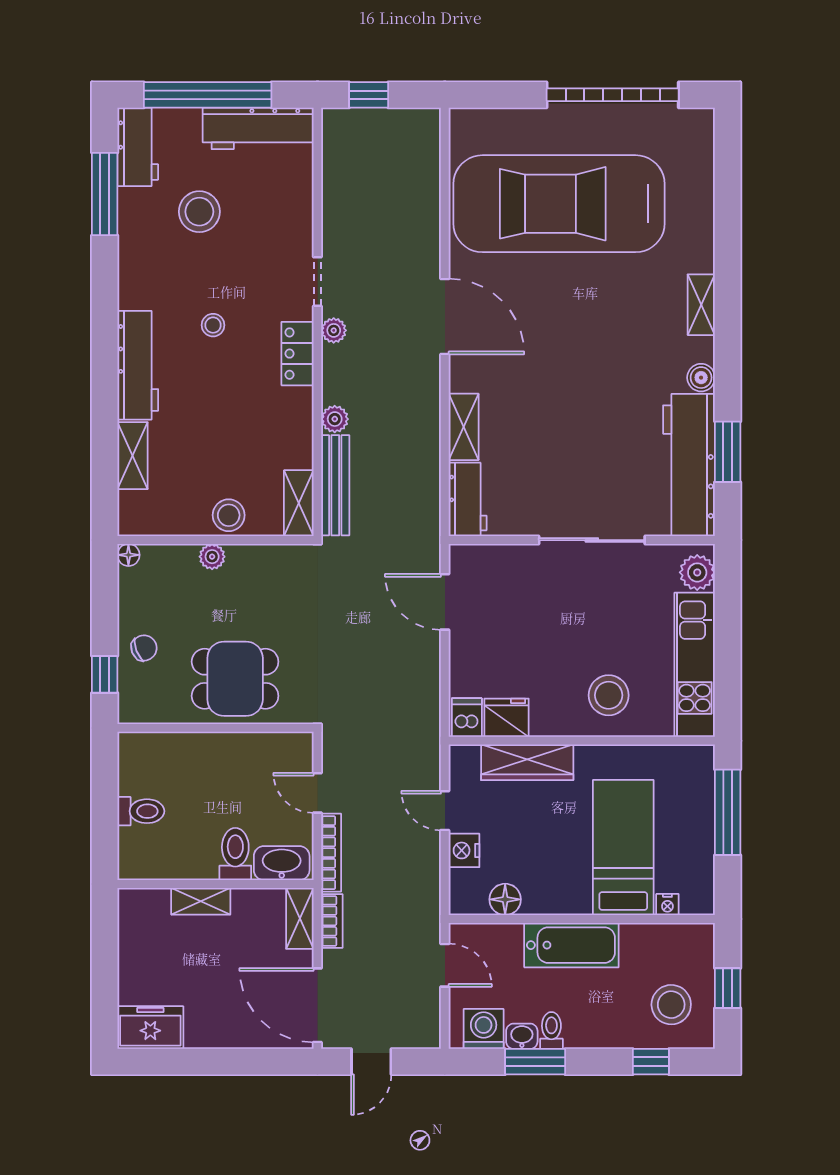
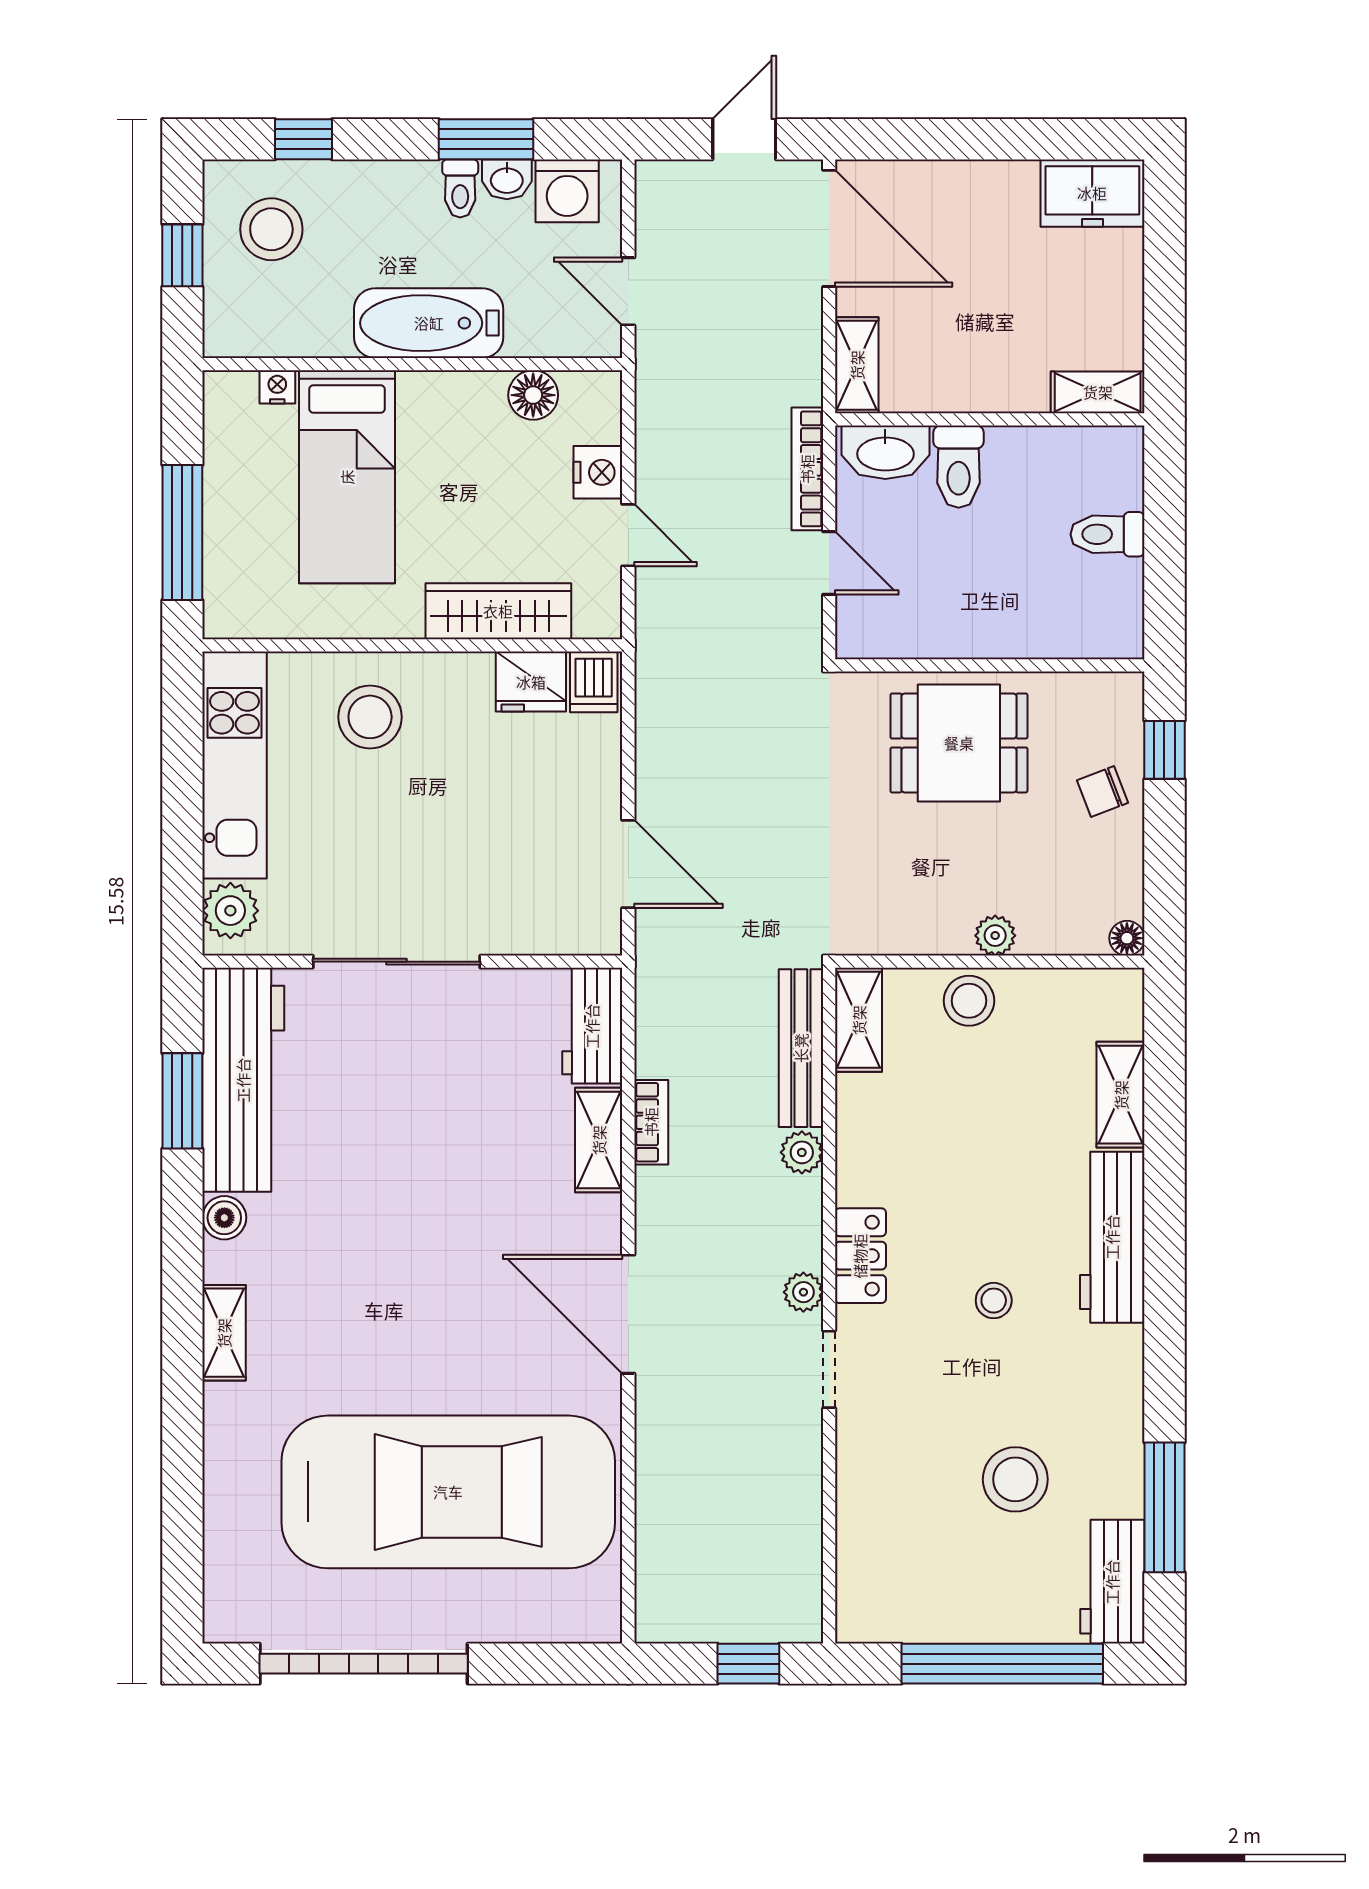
workbench: (258, 128) -> (923, 1611), removed
shelving: (201, 901) -> (1098, 392), moved
bookcase: (332, 921) -> (651, 1122), moved, turned 180

